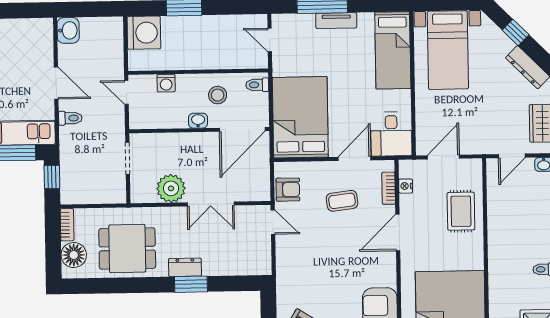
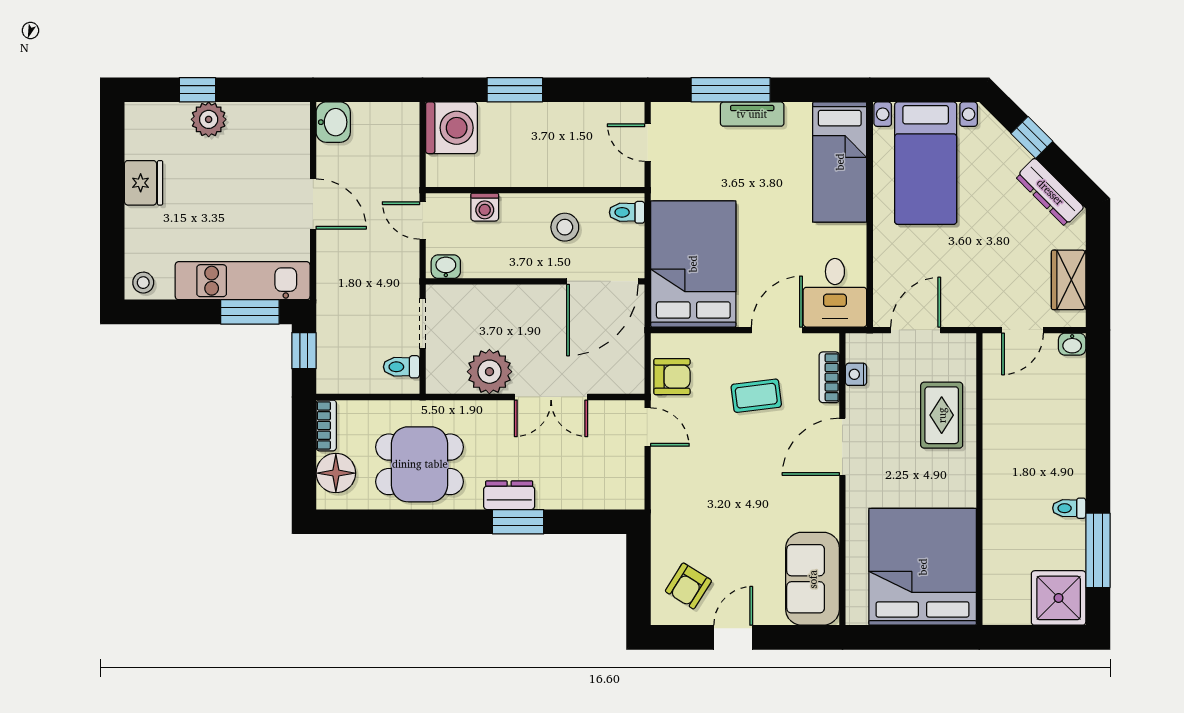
toilet: (70, 118) -> (401, 367), moved, turned 180
washbasin: (198, 121) -> (446, 267), moved

